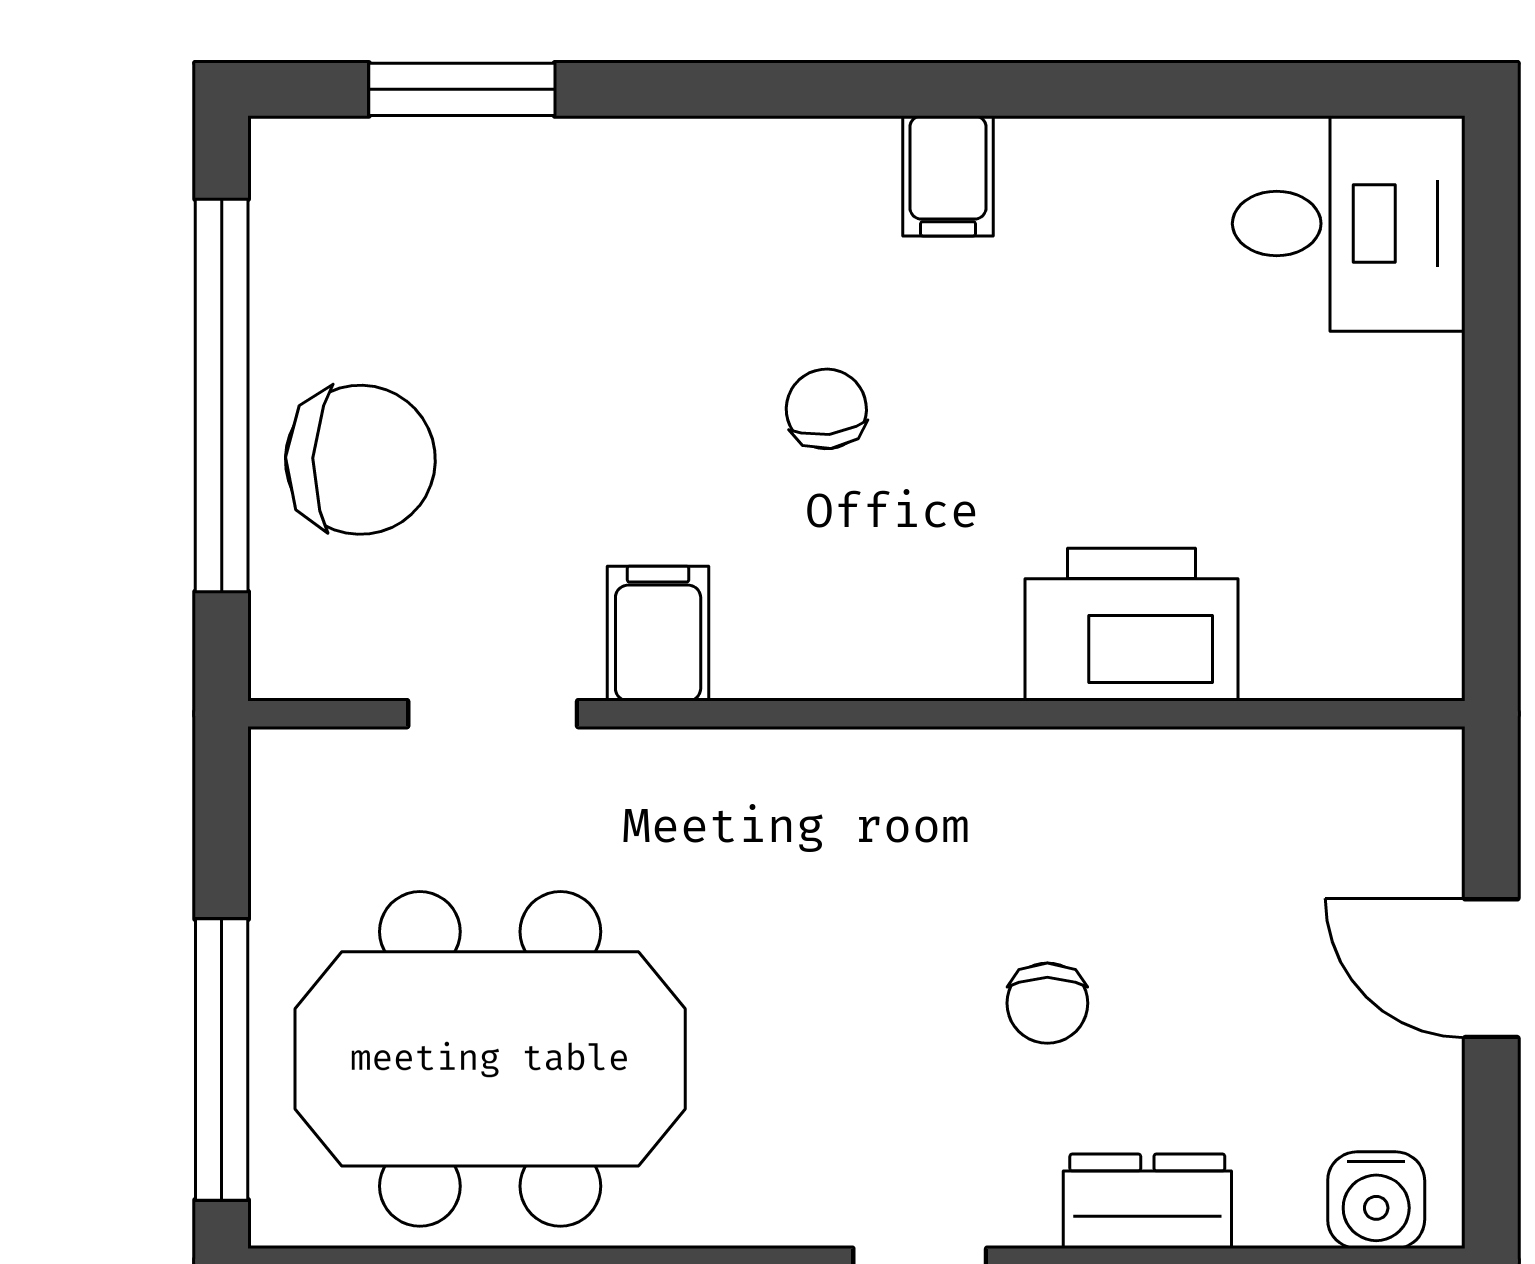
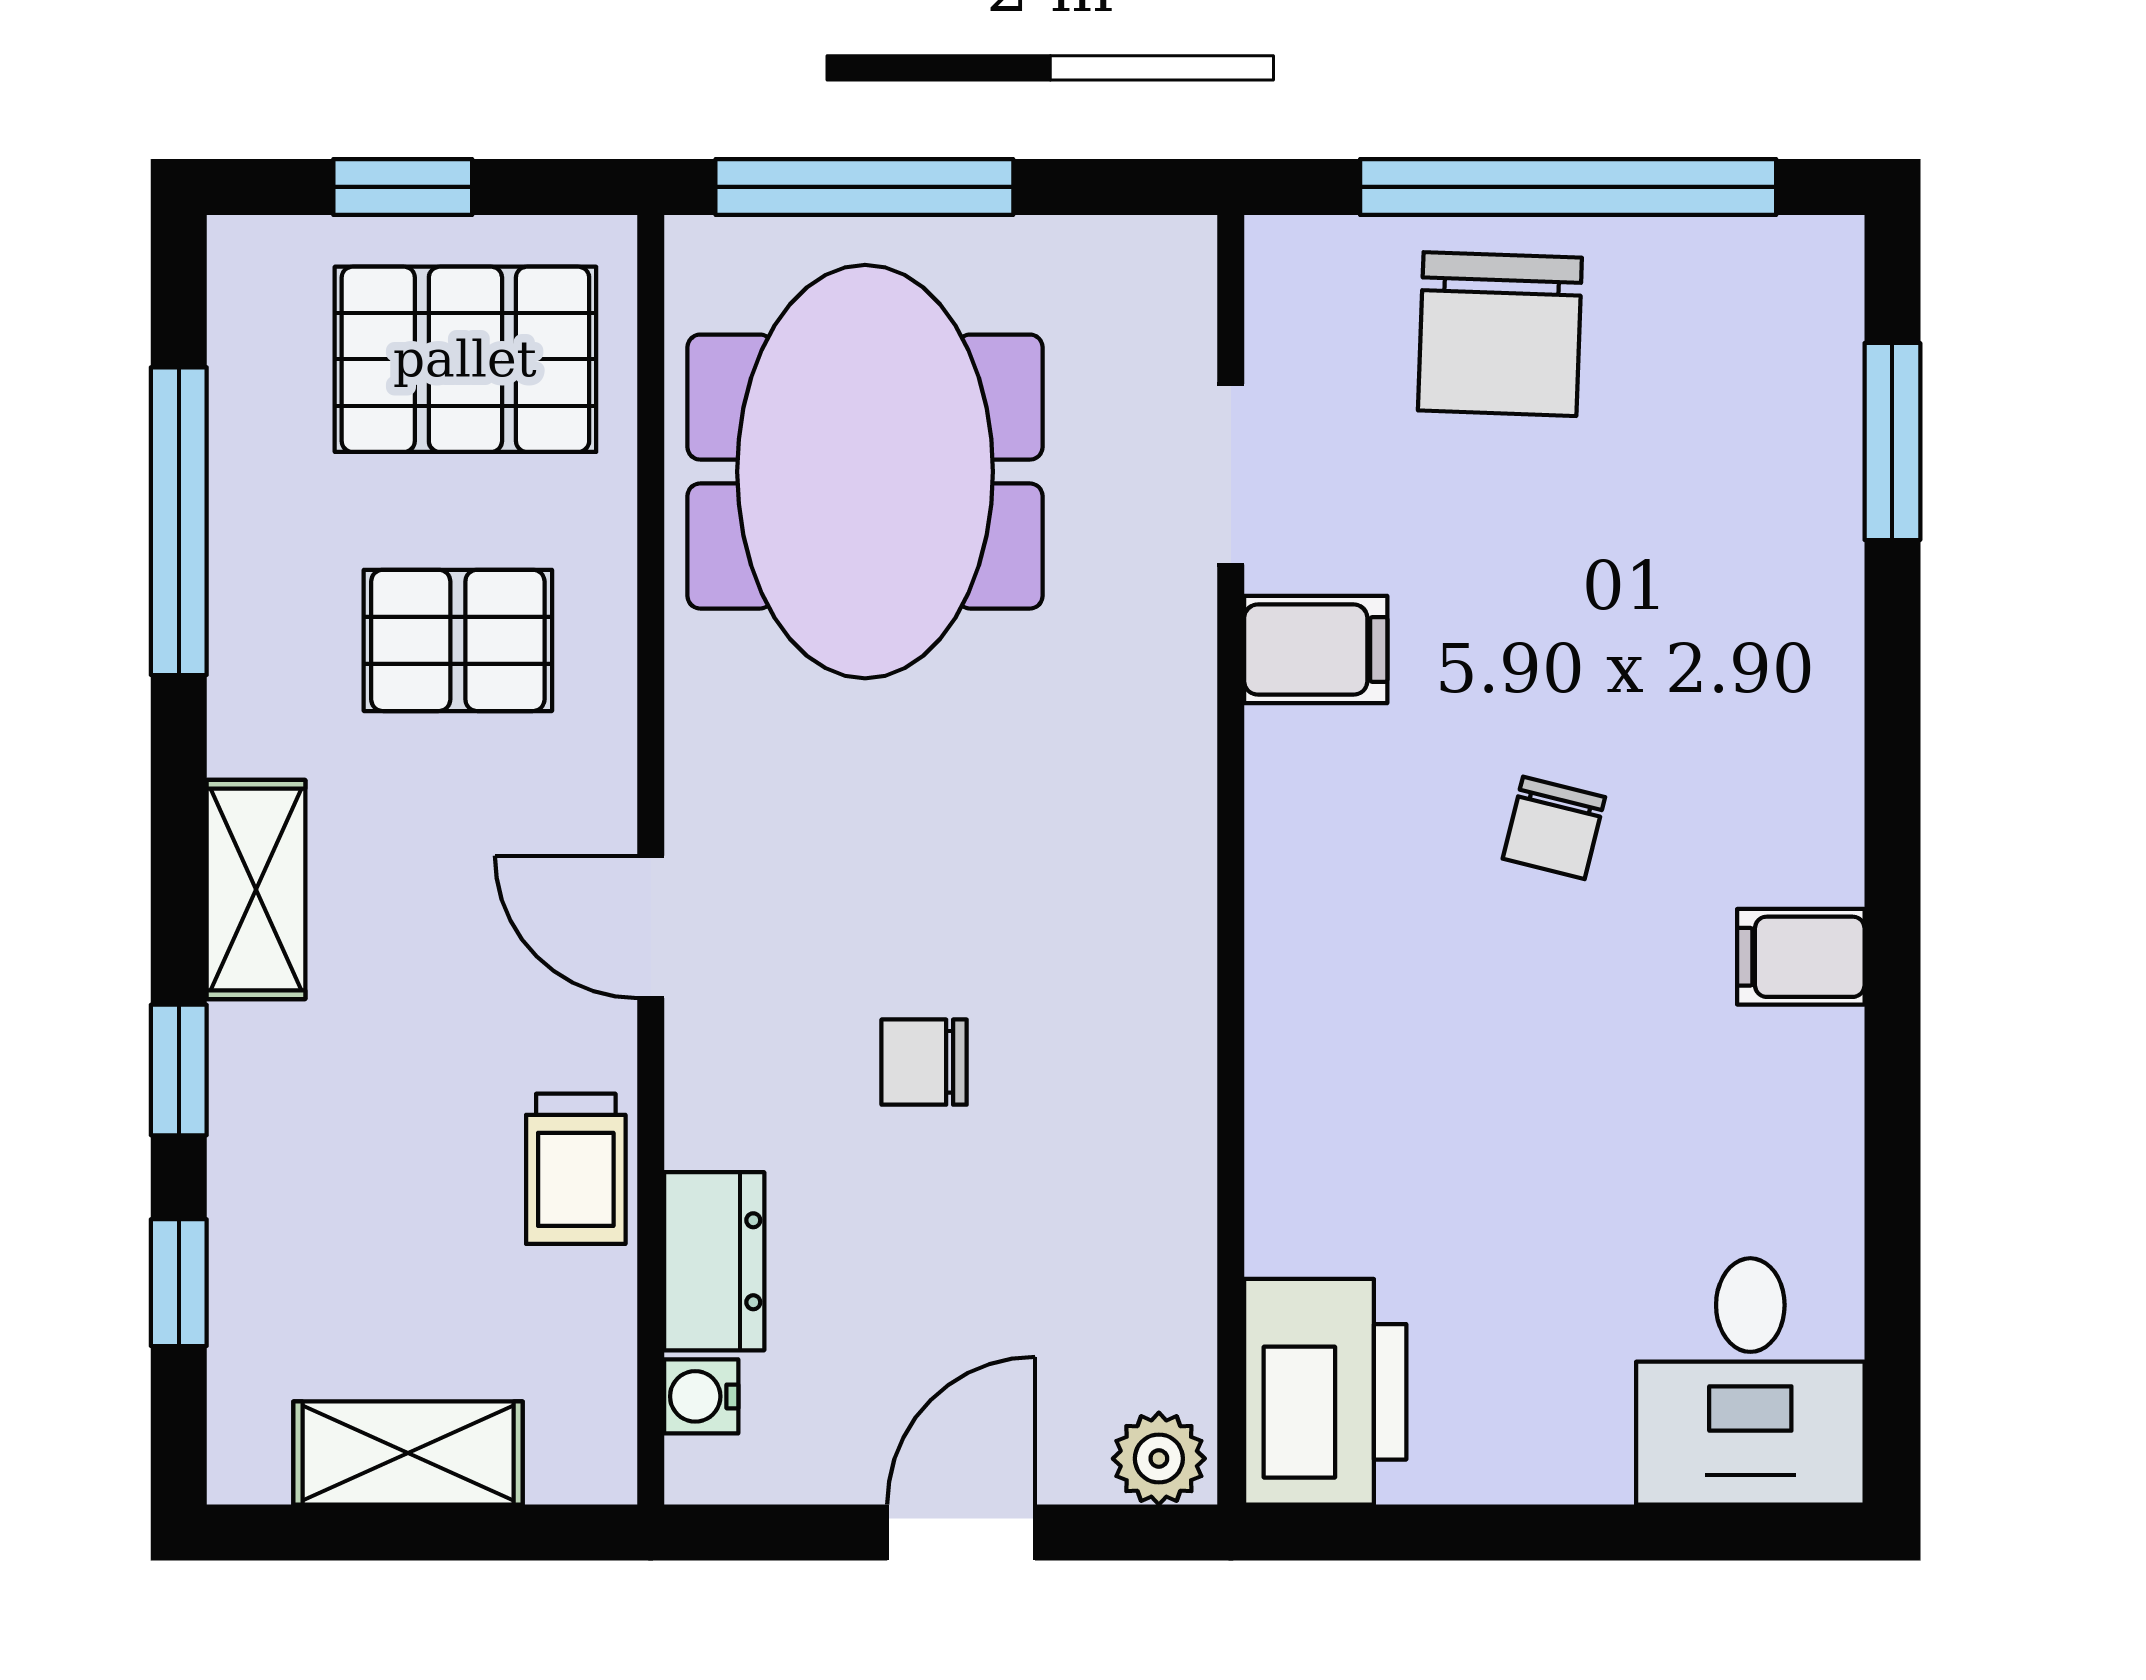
chair: (826, 409) -> (1554, 828), turned 111
printer: (1132, 625) -> (1325, 1392), moved
plant: (1421, 782) -> (1159, 1459), added
water cooler: (1376, 1200) -> (701, 1396), width x0.72, depth x0.72
dresser: (1147, 1201) -> (714, 1261), moved

